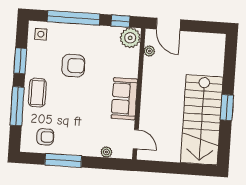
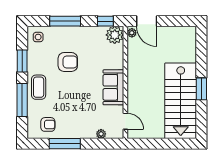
window: (74, 18) -> (65, 21), width x0.68
plant: (149, 51) -> (132, 33), moved

